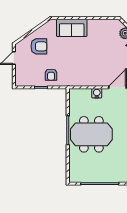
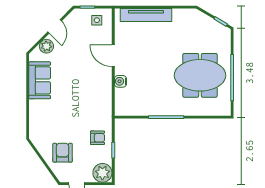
sofa: (72, 28) -> (40, 80), moved
plant: (23, 79) -> (102, 173), added
meeting table: (91, 134) -> (200, 75), moved, turned 90

